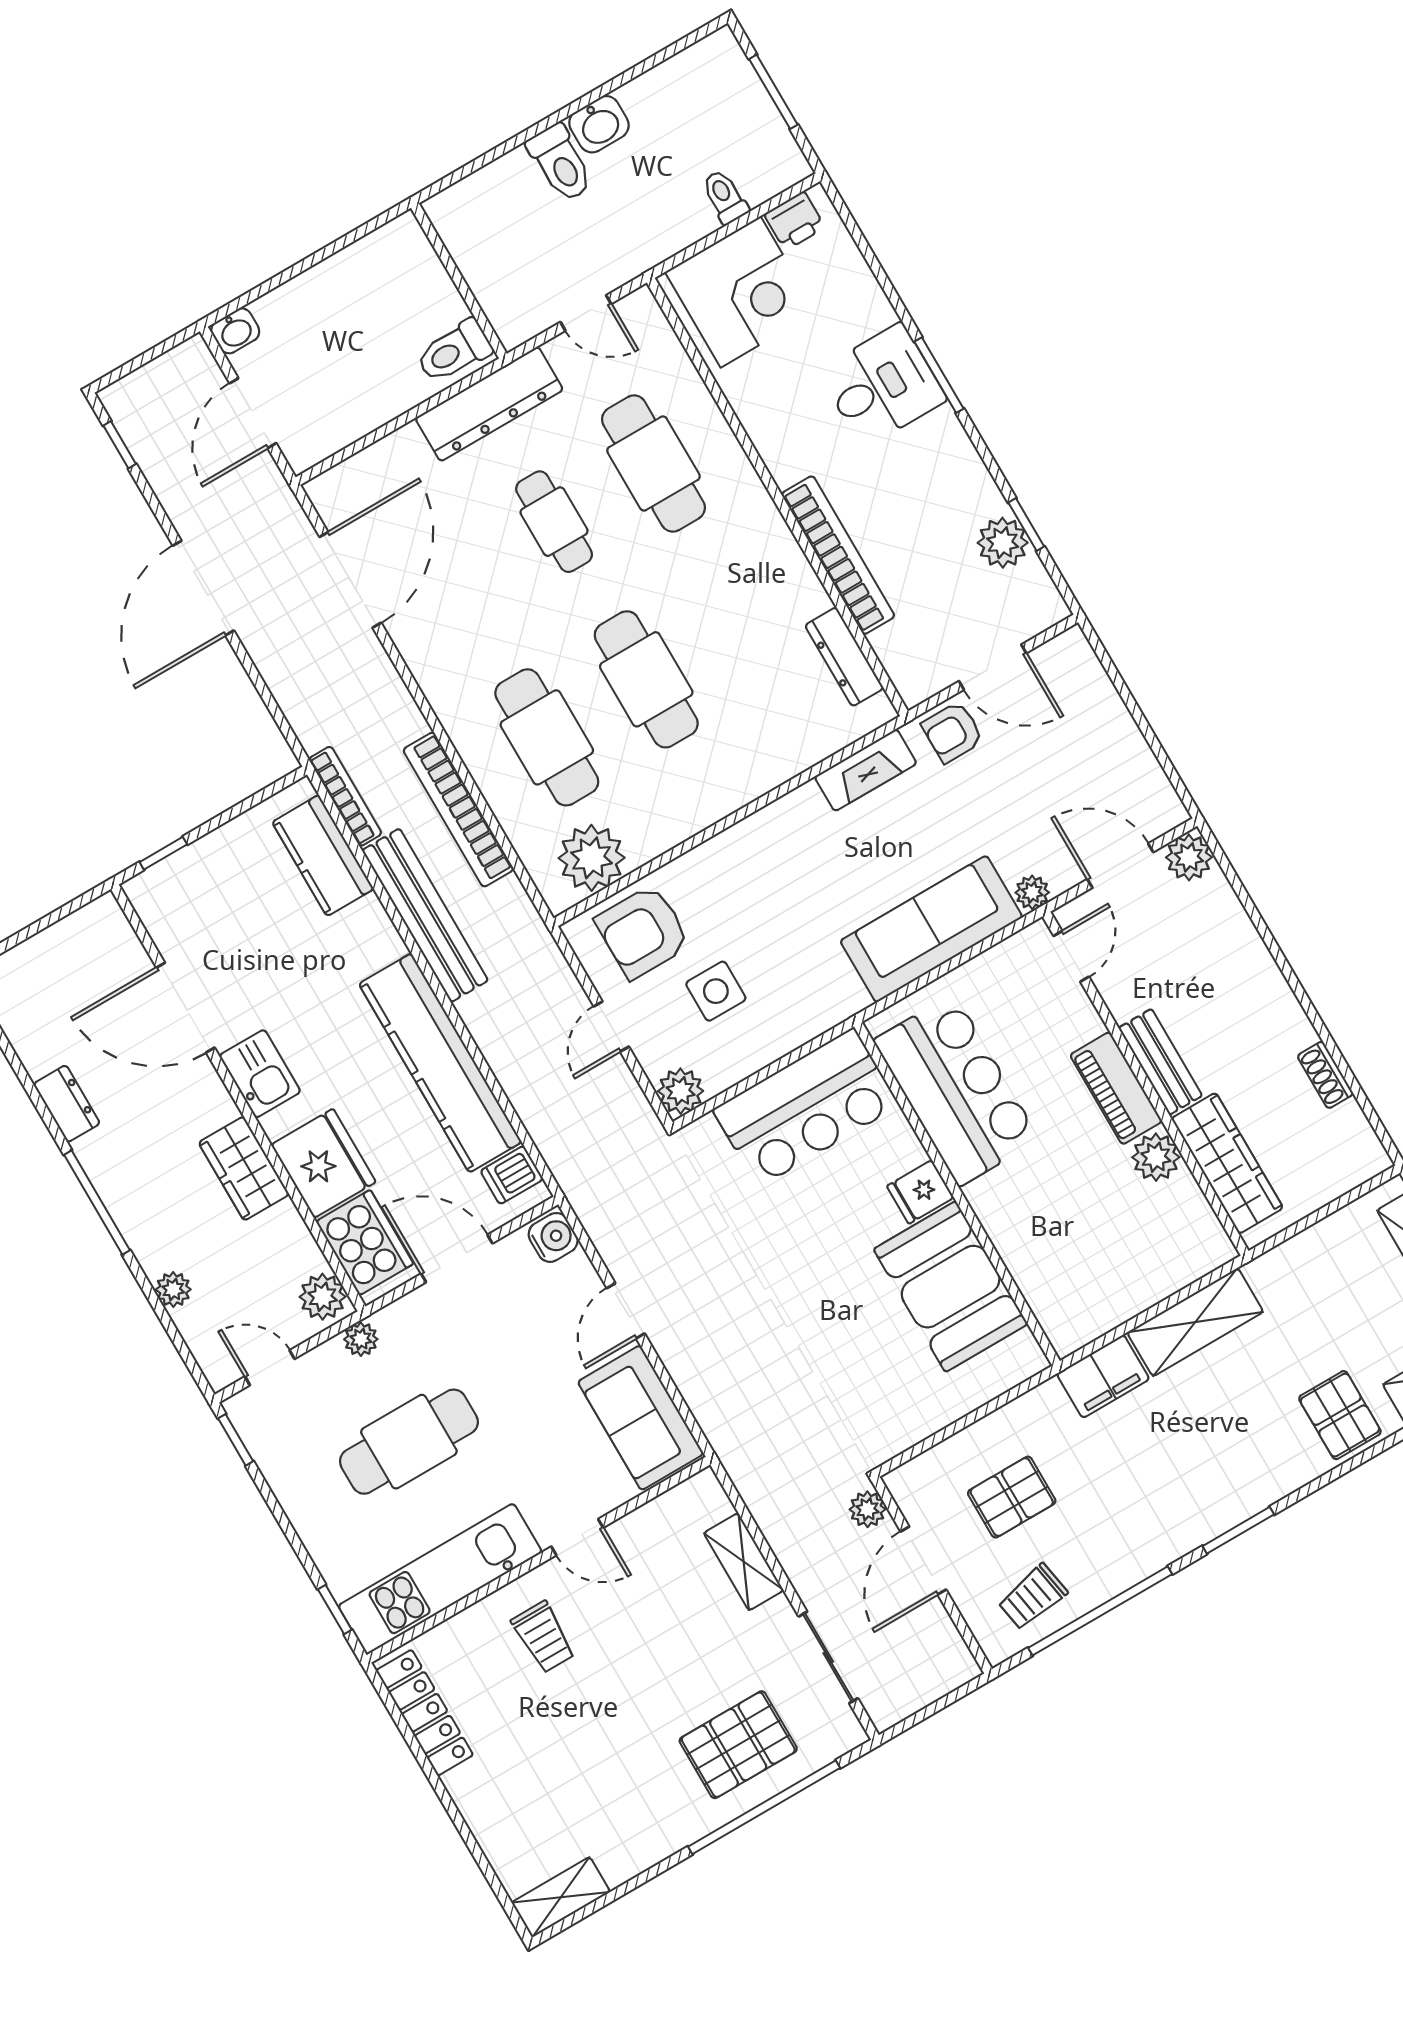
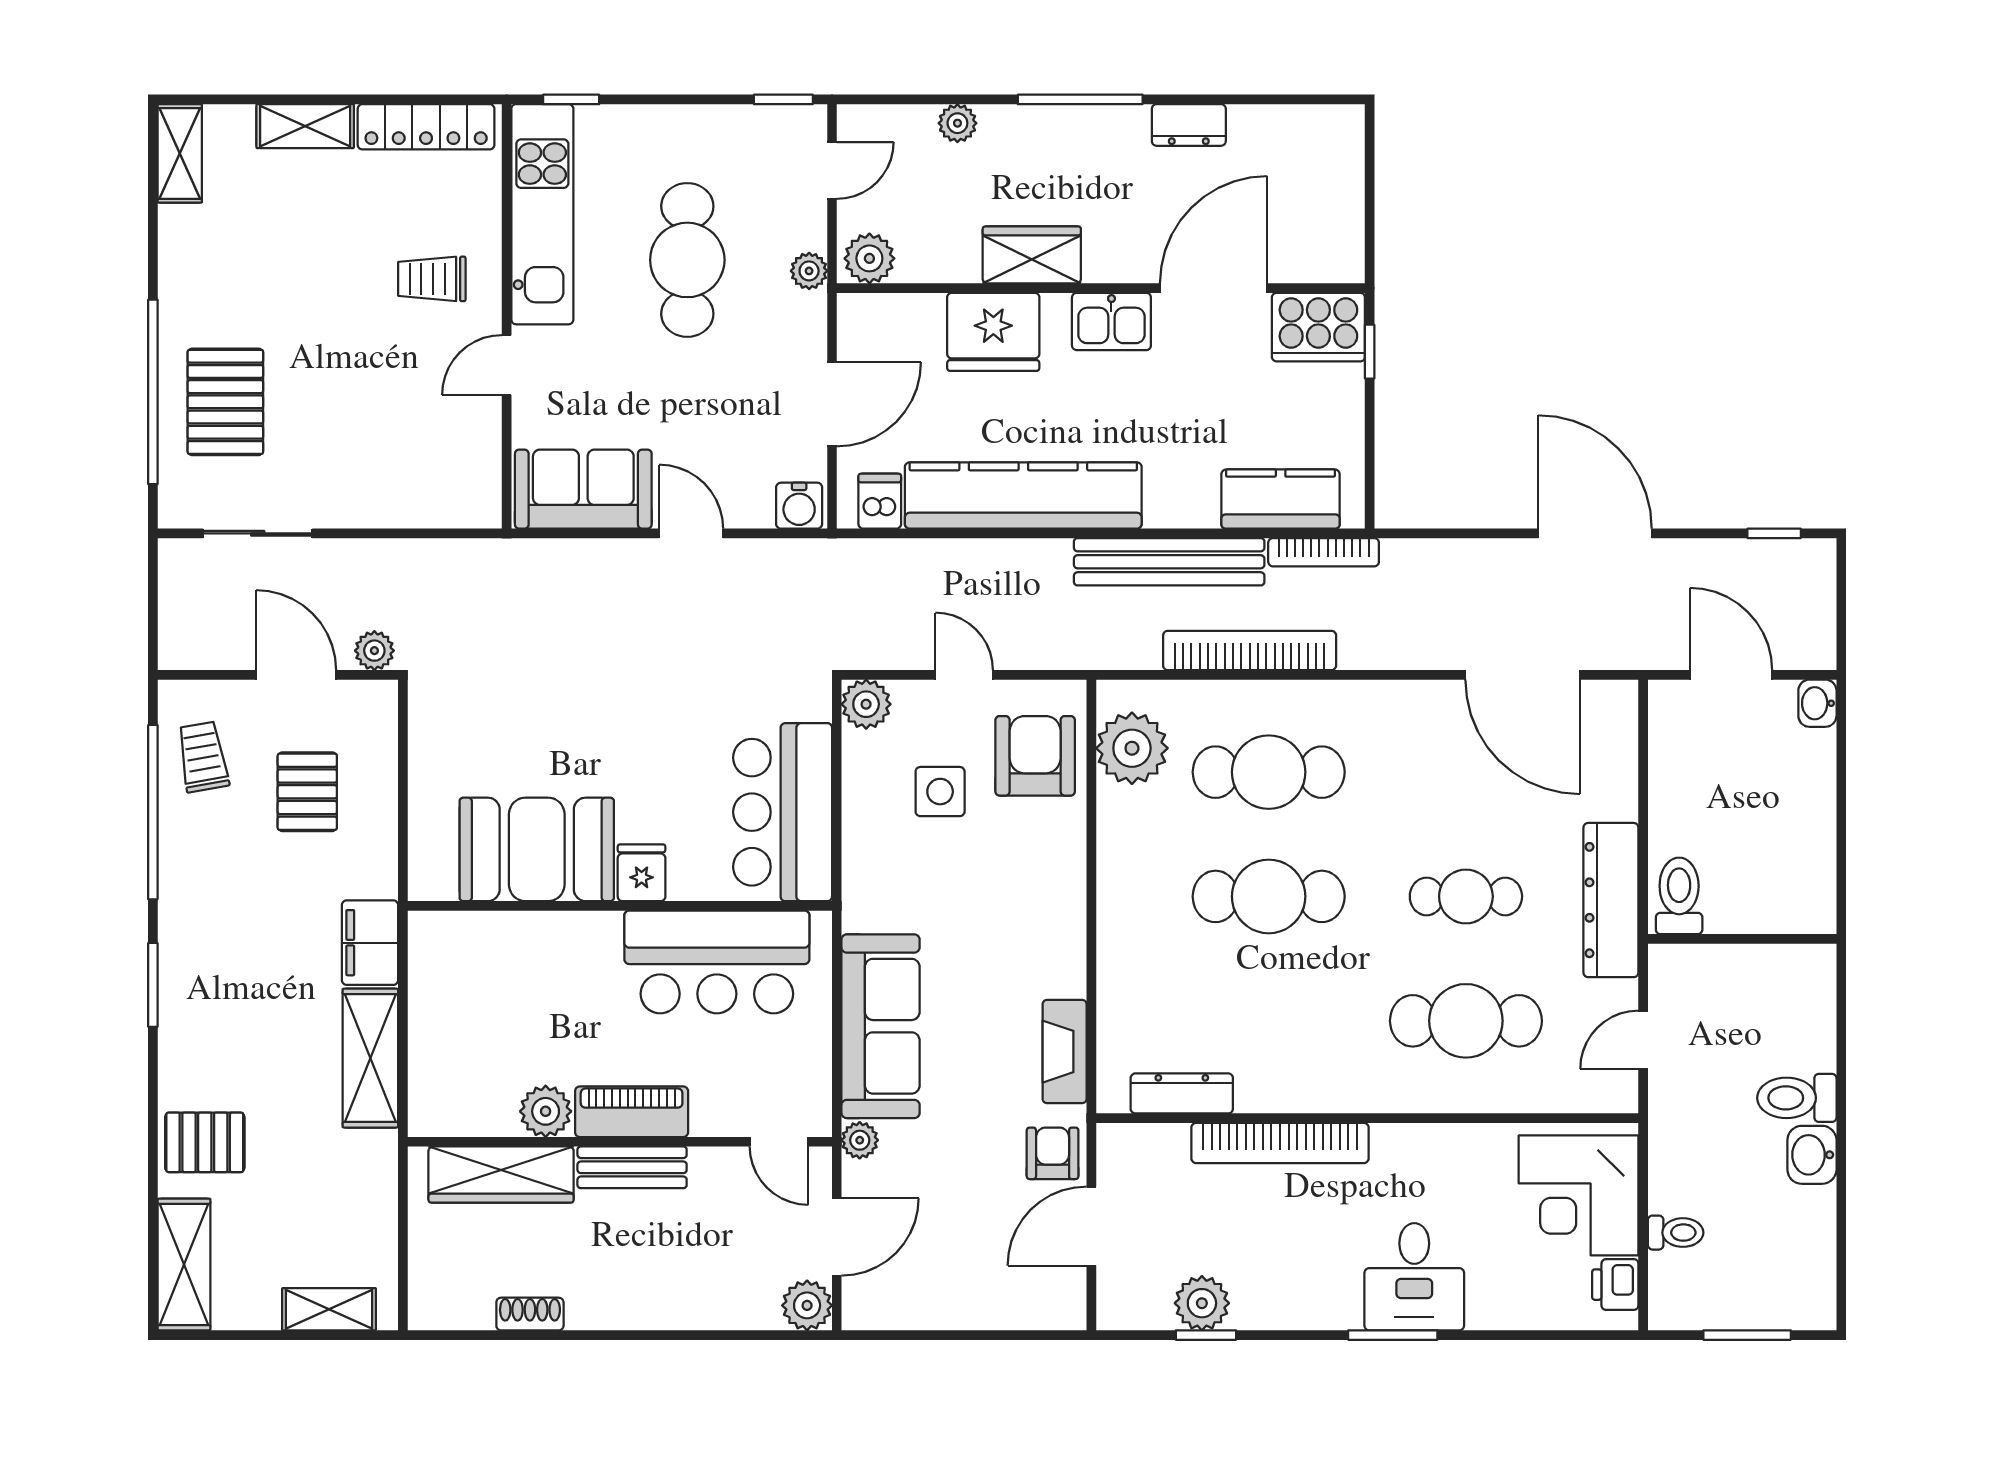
cooker: (365, 1243) -> (1318, 327), moved
shelving: (744, 1562) -> (305, 126), moved

